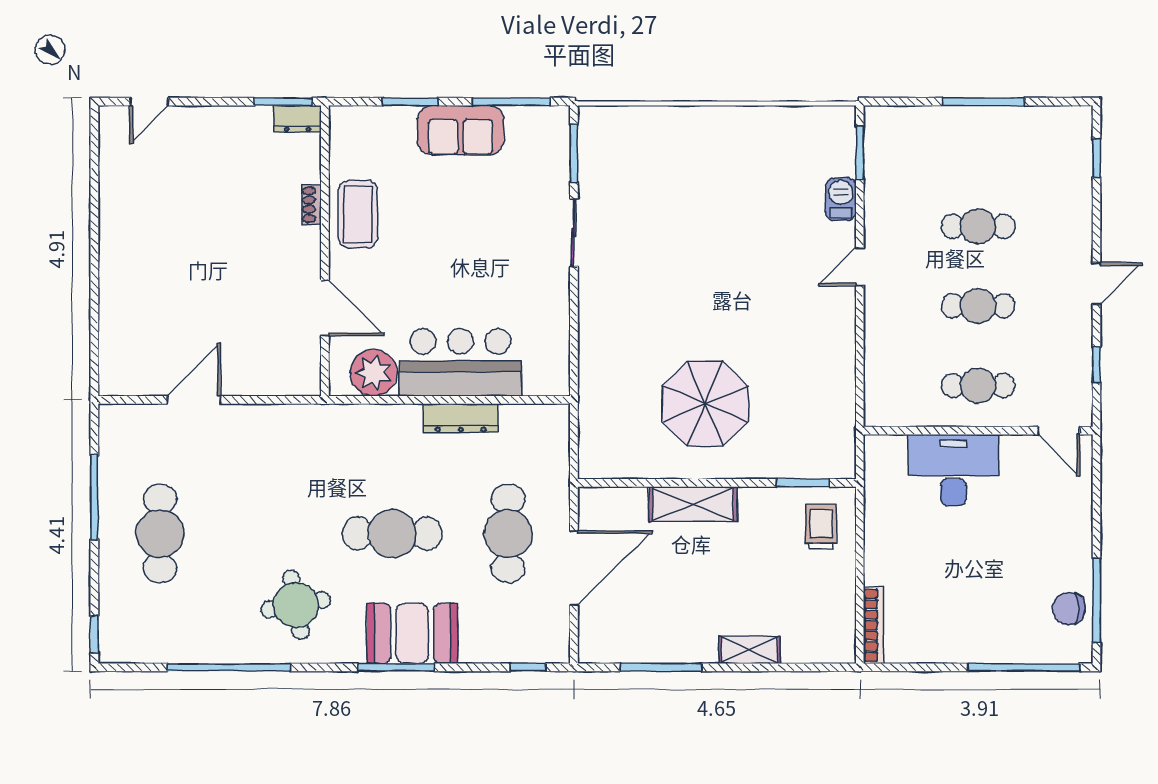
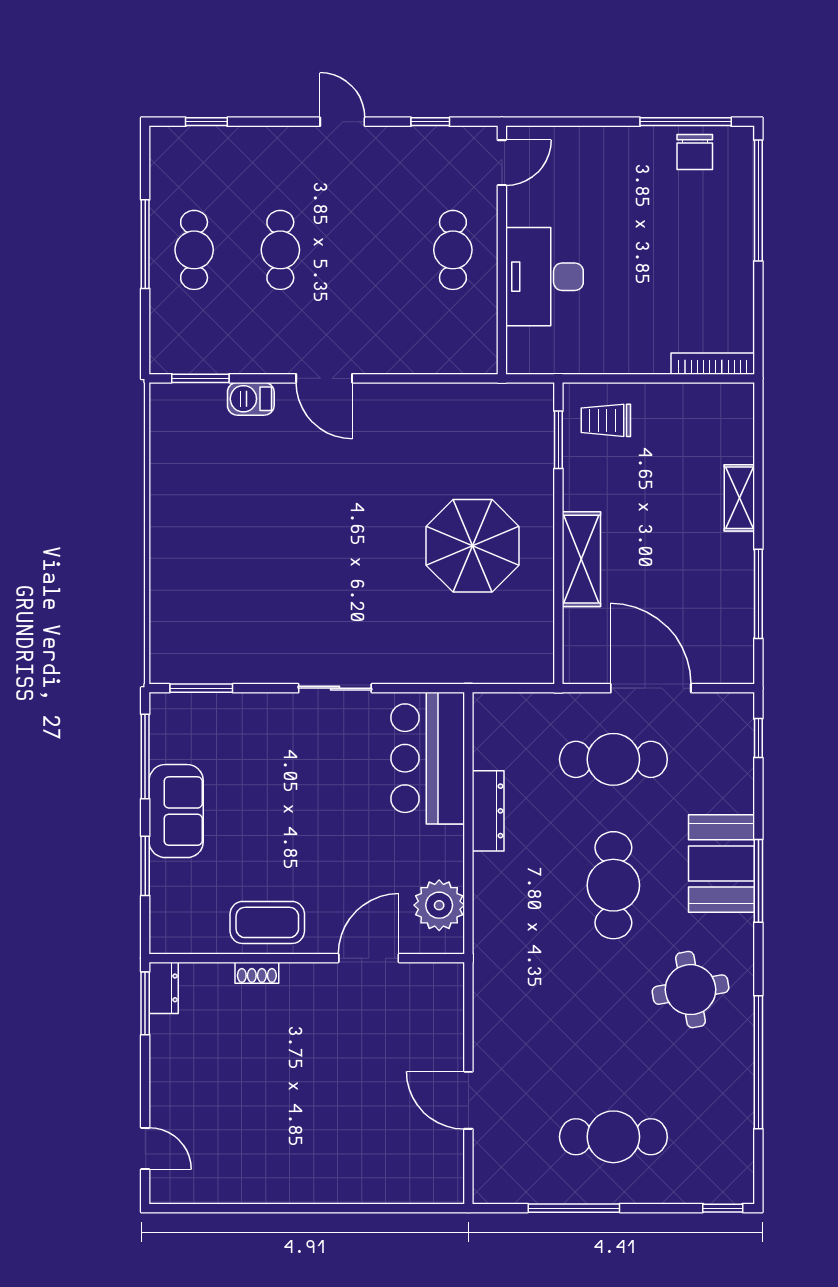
sliding door: (574, 233) -> (335, 688), moved
door: (860, 267) -> (324, 378), width x1.38
cafe table: (978, 306) -> (194, 250), moved
bar counter: (460, 362) -> (428, 758), moved

